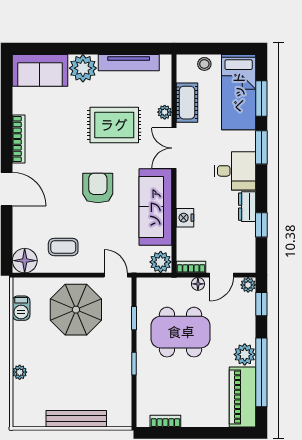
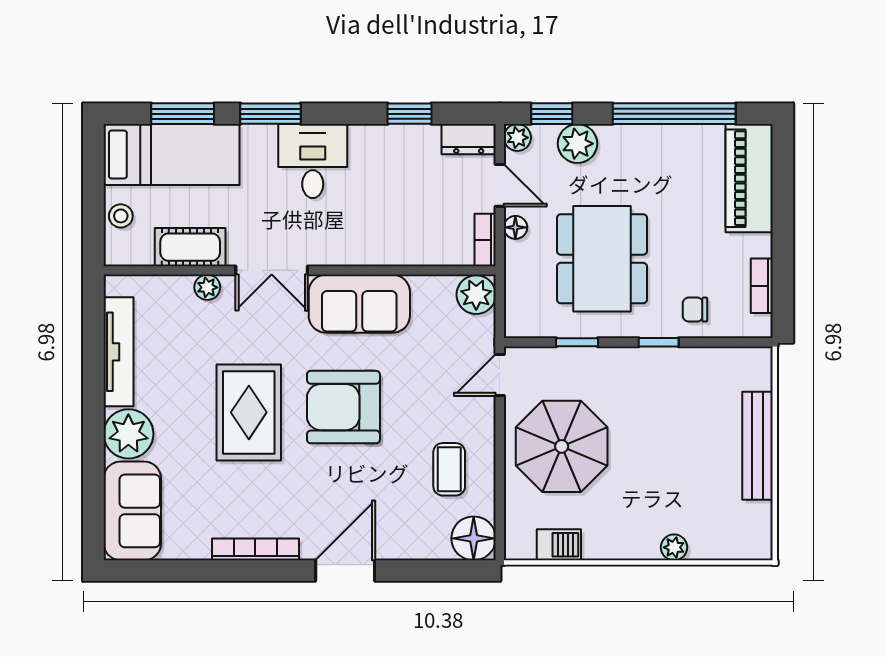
rug: (114, 125) -> (249, 412), moved
armchair: (98, 188) -> (343, 407), width x1.36, depth x1.36
sofa: (155, 207) -> (359, 304), width x0.73
dresser: (247, 207) -> (469, 139), moved
nightstand: (185, 218) -> (397, 251), removed
plant: (245, 354) -> (578, 144), moved
chair: (152, 384) -> (695, 310), added
piano: (242, 397) -> (749, 178), moved, turned 90

